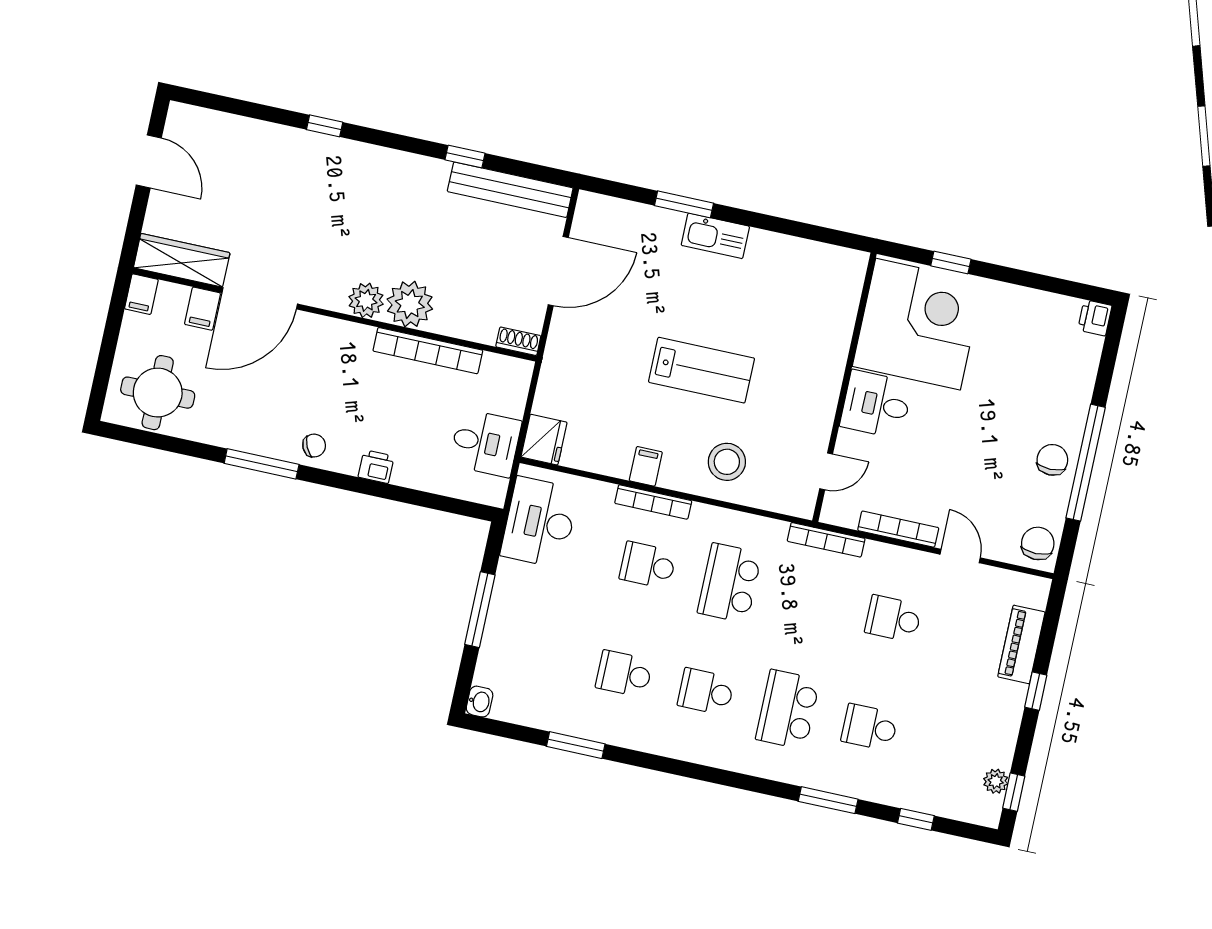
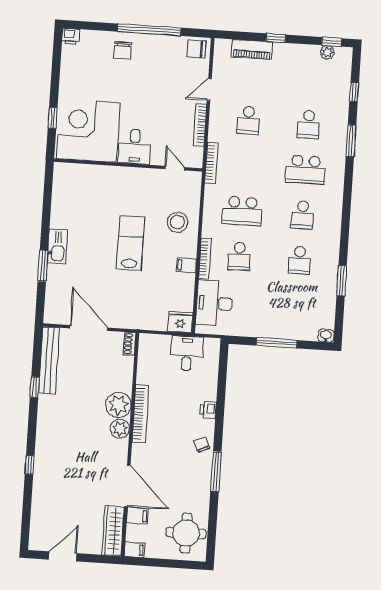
bookcase: (428, 351) -> (140, 414), moved
chair: (1052, 460) -> (123, 50), moved, turned -90
desk: (540, 522) -> (214, 303), moved, turned 90

